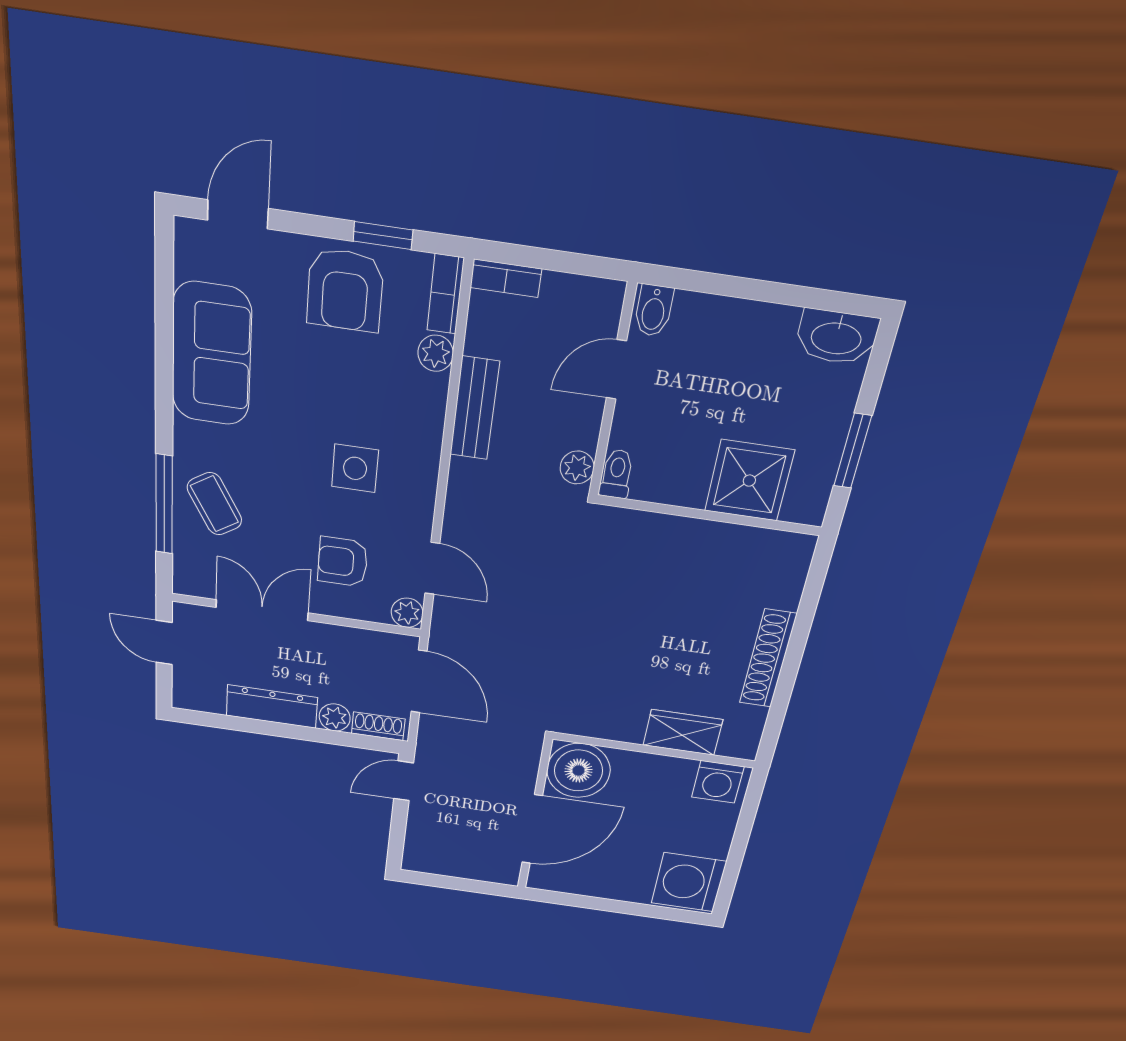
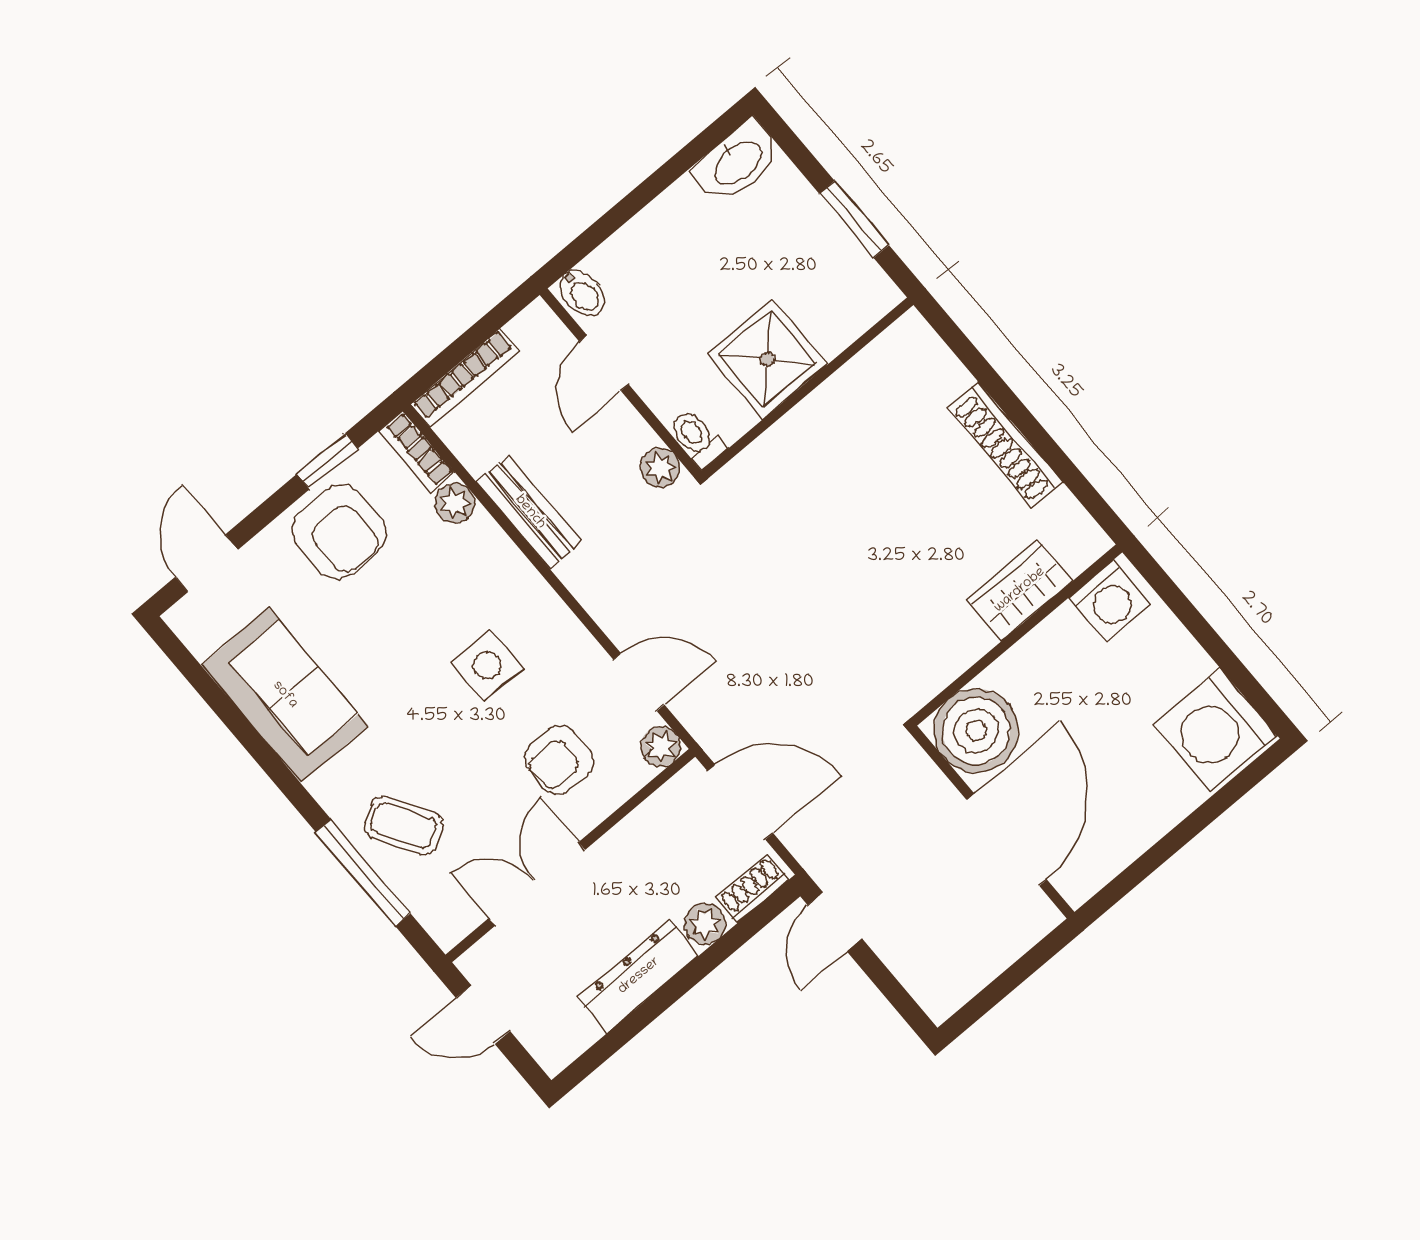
bookcase: (506, 278) -> (465, 378), width x1.56
shower: (749, 481) -> (767, 359), moved

